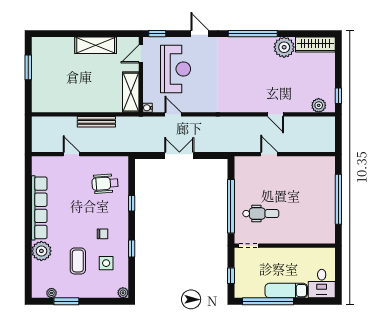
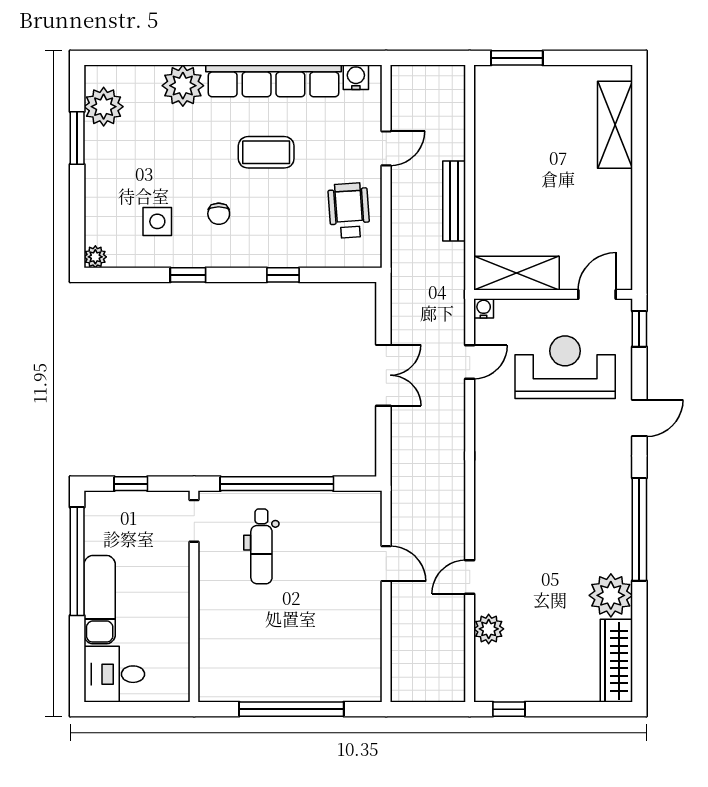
shelving: (96, 45) -> (615, 125), moved
door: (141, 54) -> (597, 294), hinge flipped
window: (28, 67) -> (517, 58), moved
reception desk: (176, 69) -> (565, 367), turned 180
plant: (319, 105) -> (489, 629), moved
door: (269, 154) -> (386, 564), hinge flipped
water cooler: (37, 169) -> (356, 77), added
wheelchair: (105, 184) -> (349, 211), moved
coffee table: (78, 261) -> (266, 152), moved
plant: (51, 293) -> (104, 107), width x1.87, depth x1.87

